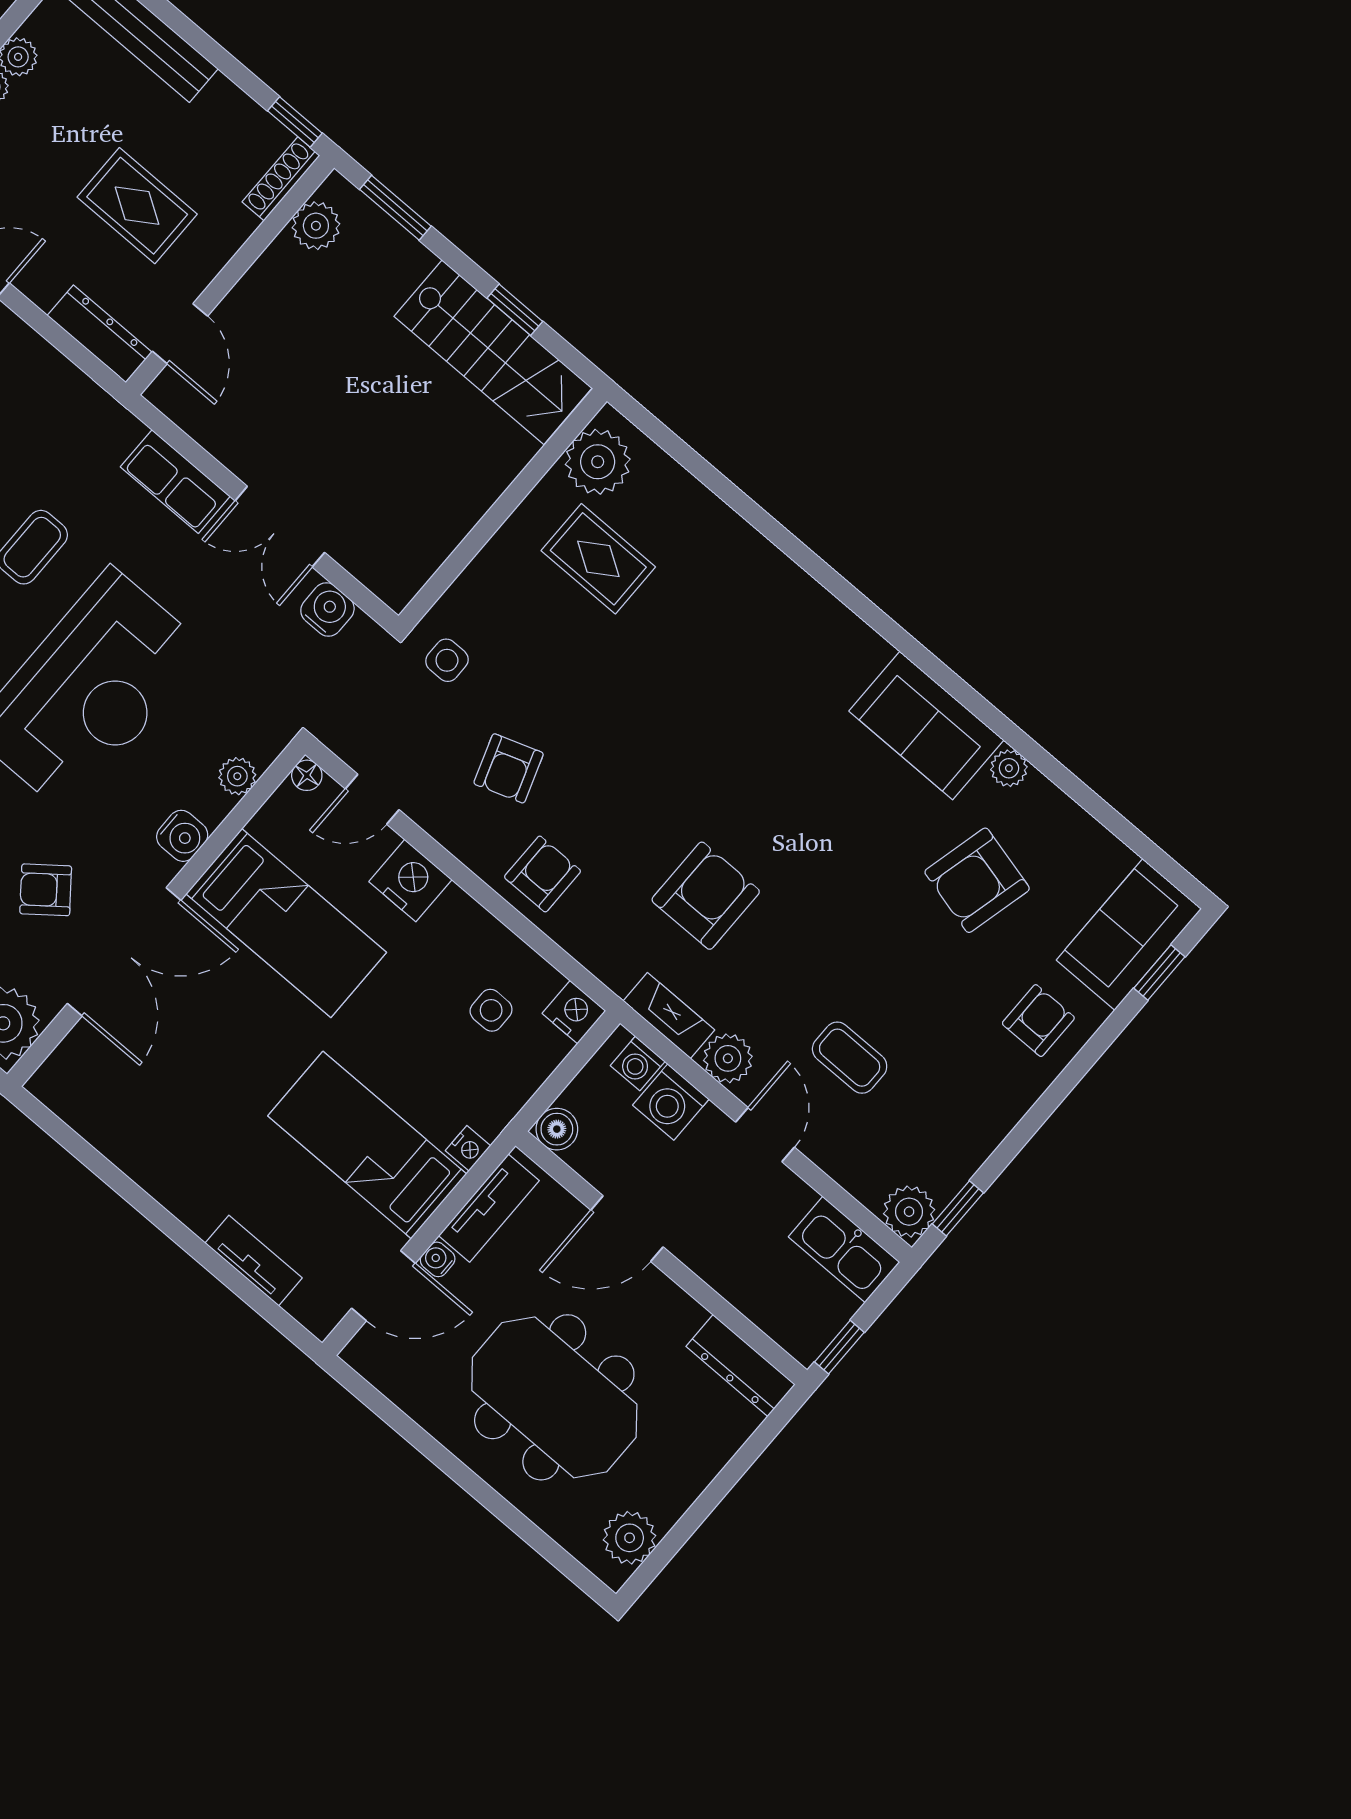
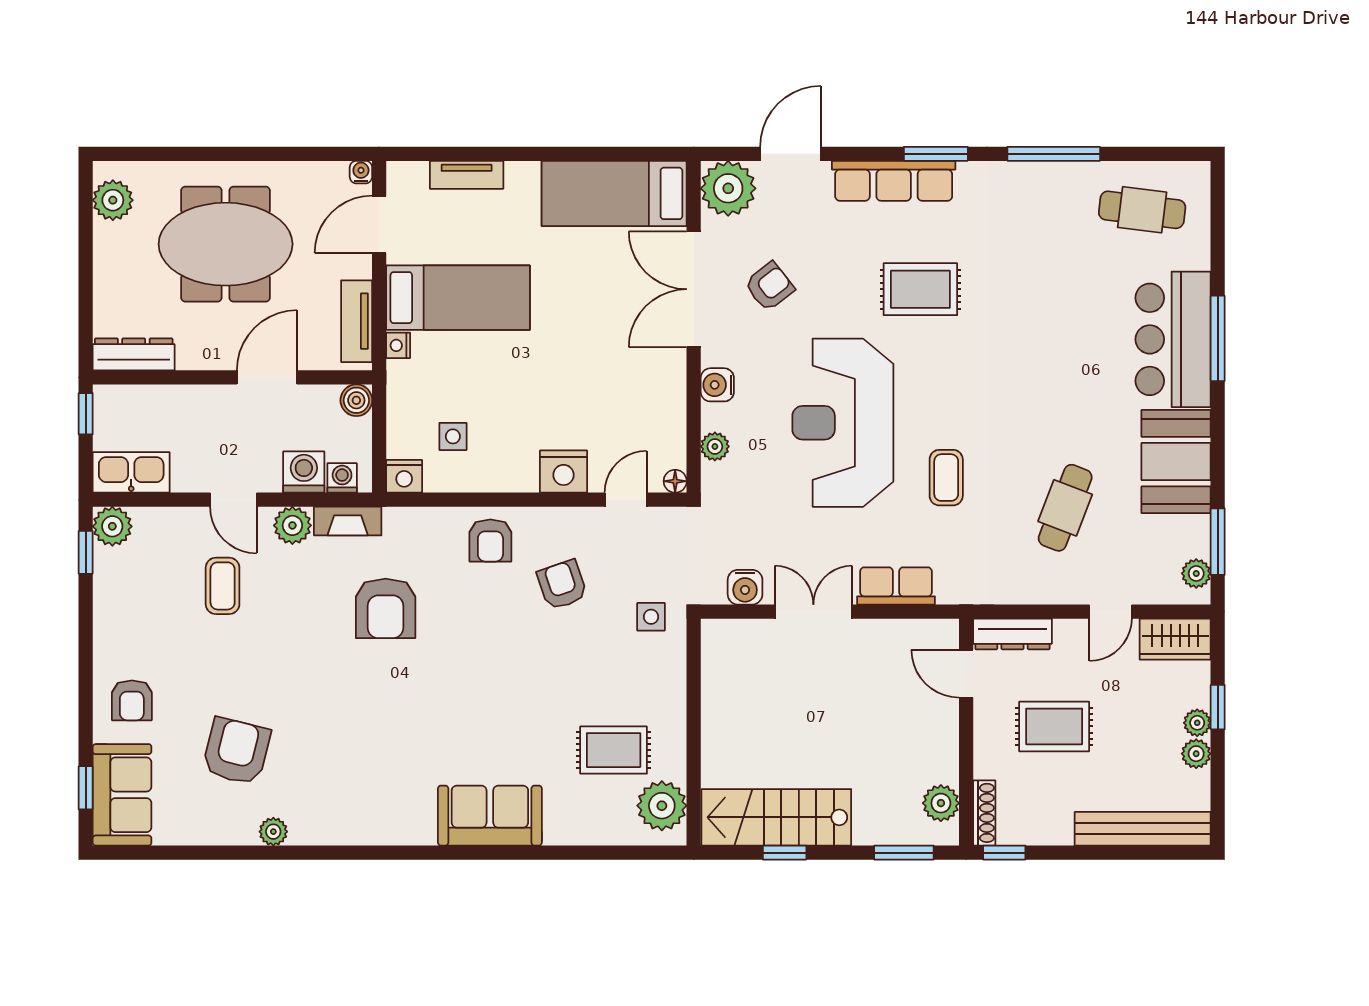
sofa: (926, 725) -> (490, 816), moved
bed: (286, 923) -> (614, 193), moved
coffee table: (850, 1058) -> (223, 586), turned 90
water cooler: (438, 1259) -> (361, 172), moved, turned -90

